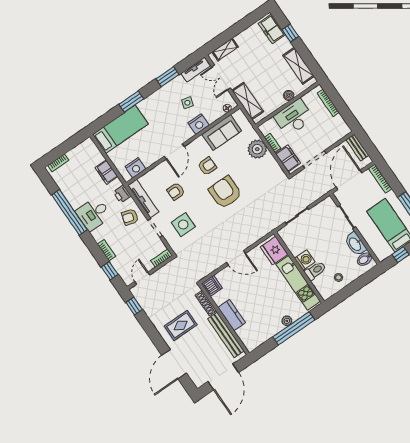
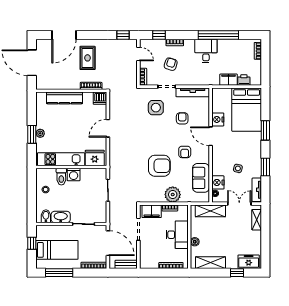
nightstand: (199, 124) -> (218, 182), moved
bed: (120, 129) -> (247, 110), width x1.50
nightstand: (135, 168) -> (218, 119), moved
armchair: (225, 192) -> (159, 166), moved
printer: (122, 194) -> (244, 80), moved
armchair: (130, 217) -> (171, 64), moved
kitchen counter: (232, 315) -> (64, 98), width x1.50
window: (294, 328) -> (32, 134), width x0.47
bench: (226, 335) -> (60, 85), removed
door: (174, 364) -> (64, 35), swing flipped

